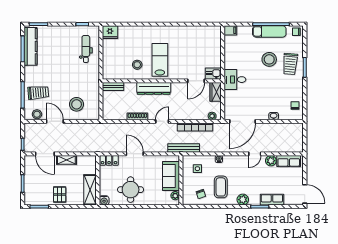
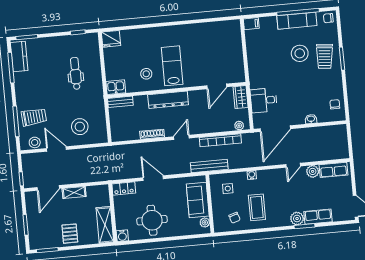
kitchen counter: (31, 46) -> (19, 57), width x0.67
dental chair: (86, 49) -> (76, 73), moved
kitchen sink: (213, 74) -> (116, 87), moved
desk: (235, 80) -> (264, 100), moved
door: (45, 154) -> (48, 188), hinge flipped
plant: (243, 200) -> (297, 219), moved

